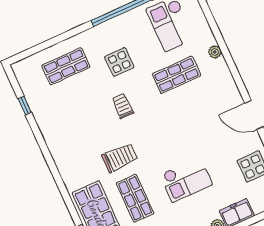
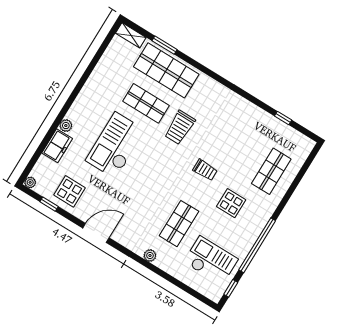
plant: (215, 52) -> (150, 256), moved
checkout: (186, 180) -> (115, 145), width x1.36, depth x1.21

